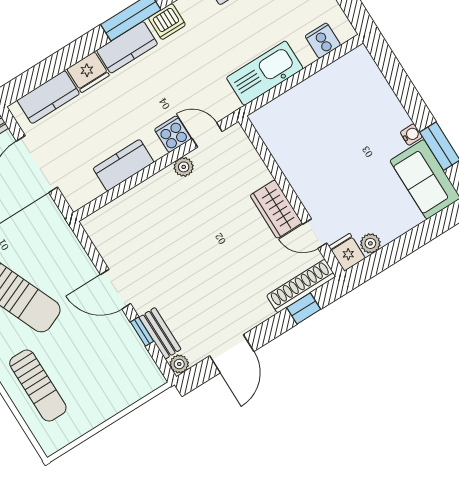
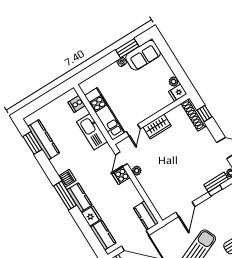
kitchen unit: (302, 100) -> (105, 114), added
kitchen counter: (124, 165) -> (146, 216), moved
door: (315, 234) -> (133, 130), moved
door: (115, 289) -> (185, 209), moved

